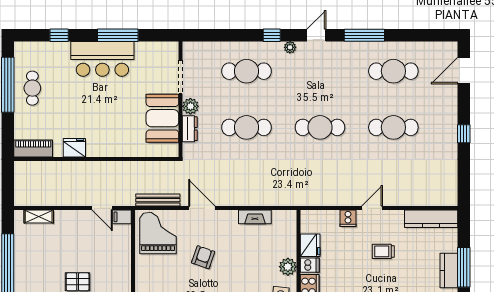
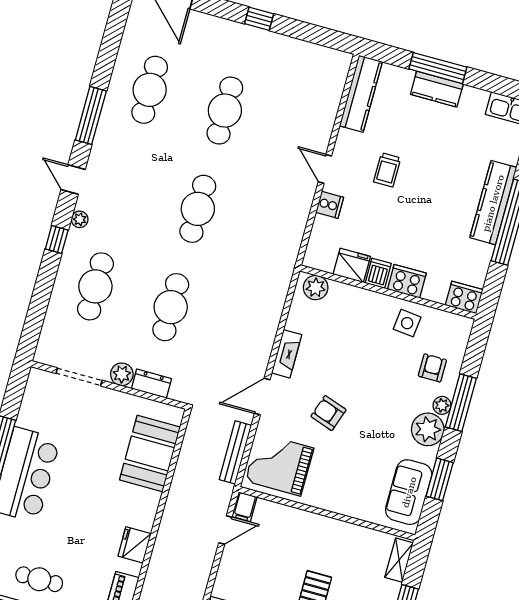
booth: (162, 118) -> (150, 453), moved, turned 90
fireplace: (255, 217) -> (287, 354), moved
plant: (288, 267) -> (316, 288), moved

